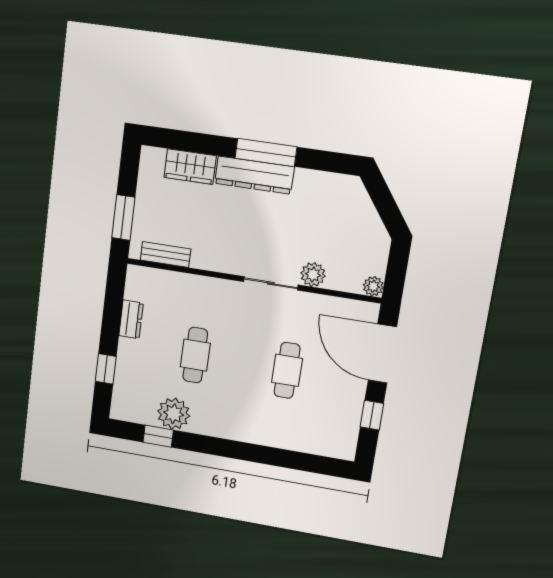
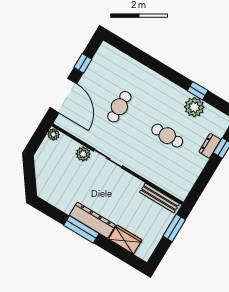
bench: (165, 254) -> (160, 198), width x1.36
dresser: (131, 319) -> (210, 146), moved
cafe table: (195, 355) -> (167, 136), turned 90
window: (158, 436) -> (198, 91), moved

